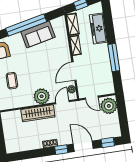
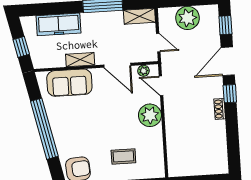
shelving: (73, 24) -> (139, 16), moved
sofa: (38, 34) -> (69, 83), moved, turned 102
door: (92, 98) -> (158, 43), hinge flipped
plant: (109, 106) -> (188, 18), moved
wardrobe: (38, 113) -> (174, 123), removed

